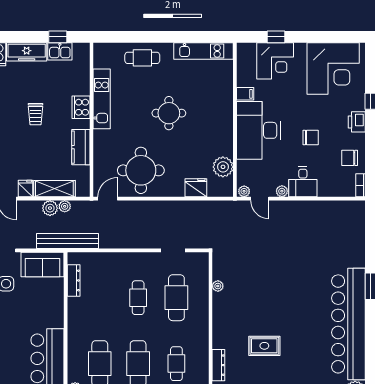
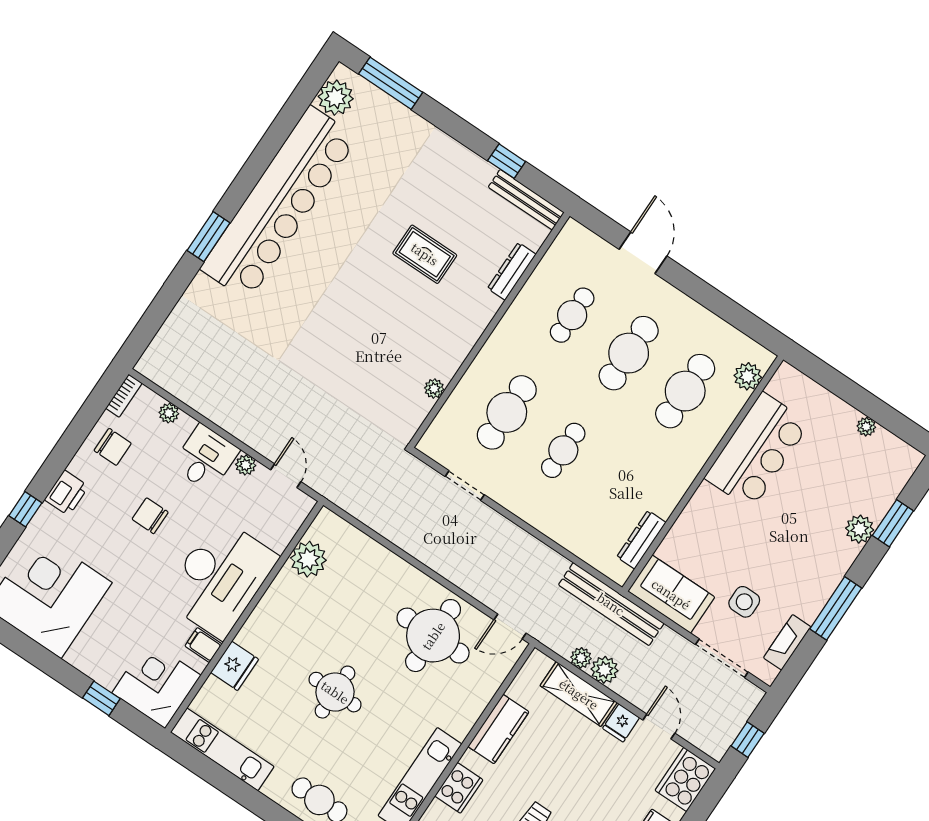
corner desk: (275, 61) -> (156, 684), moved
fridge: (196, 188) -> (235, 666), moved, turned -90
plant: (244, 191) -> (169, 413), moved

